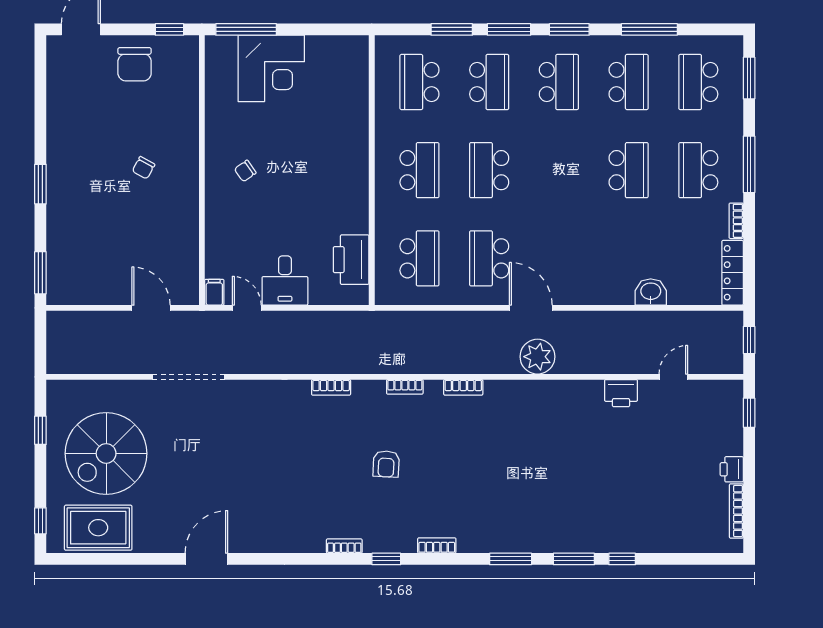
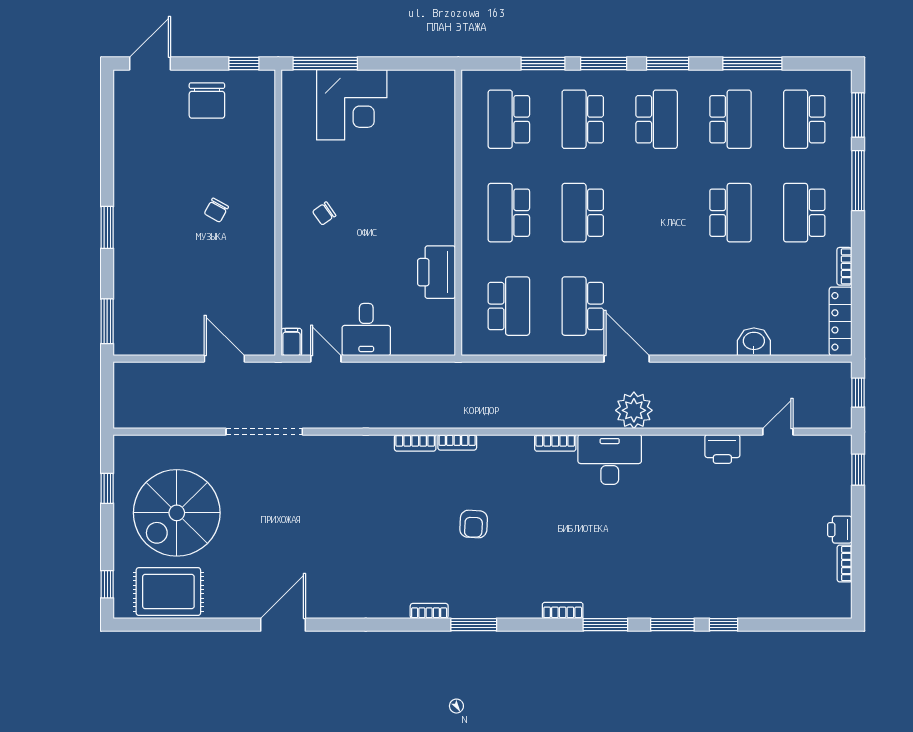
school desk: (489, 82) -> (583, 119), turned 180
window: (749, 164) -> (858, 181), moved
school desk: (419, 170) -> (509, 213), turned 180
printer: (351, 260) -> (436, 272), moved
bookcase: (405, 387) -> (457, 442), moved
desk: (515, 403) -> (610, 460), added
bookcase: (736, 511) -> (845, 563), width x0.64
bookcase: (437, 545) -> (563, 610), moved
window: (386, 559) -> (474, 625), width x1.50

